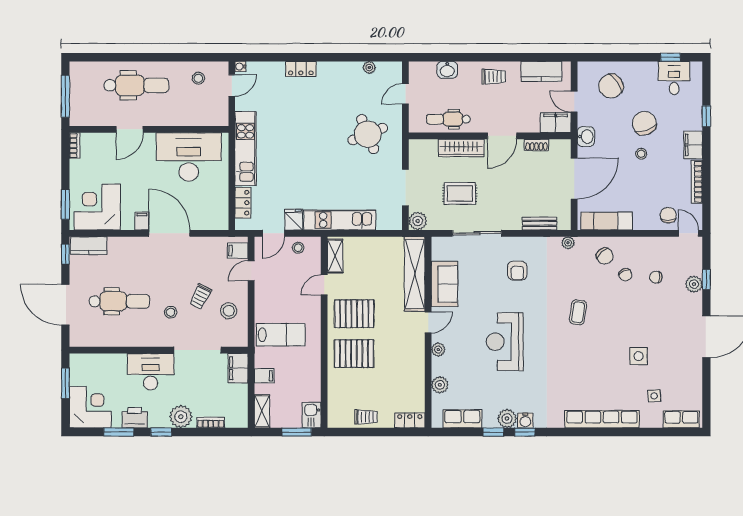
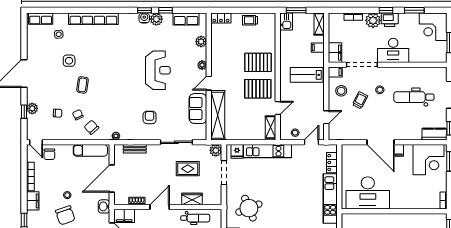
door: (130, 129) -> (407, 211), removed
wardrobe: (461, 148) -> (192, 199), width x0.67
fridge: (294, 219) -> (237, 151), moved
filing cabinet: (238, 251) -> (335, 72), moved
coffee table: (578, 312) -> (82, 85), moved
printer: (135, 418) -> (390, 20), moved

